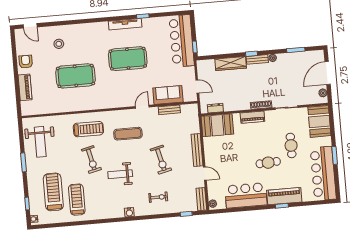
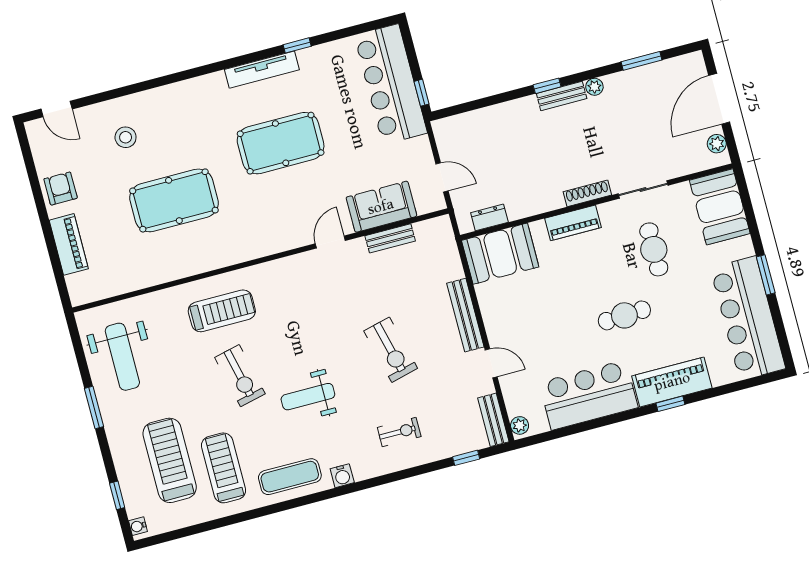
wardrobe: (231, 63) -> (506, 115), removed
exercise mat: (128, 134) -> (290, 477), moved
cafe table: (291, 145) -> (654, 249), moved

